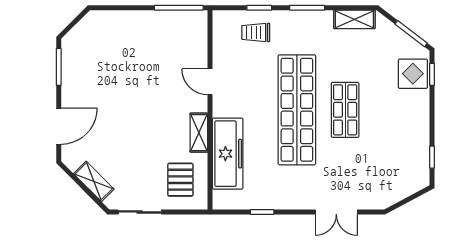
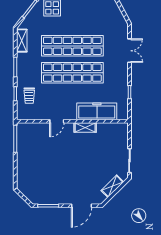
shop shelf: (345, 110) -> (72, 46), width x2.00, depth x1.36
door: (59, 126) -> (82, 206), swing flipped
pallet: (180, 180) -> (111, 138), removed

